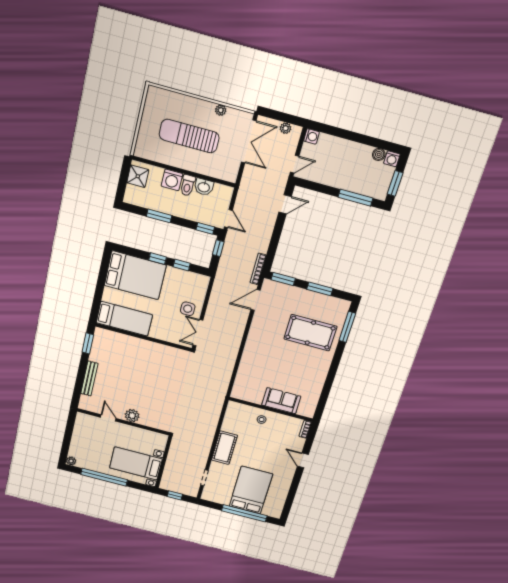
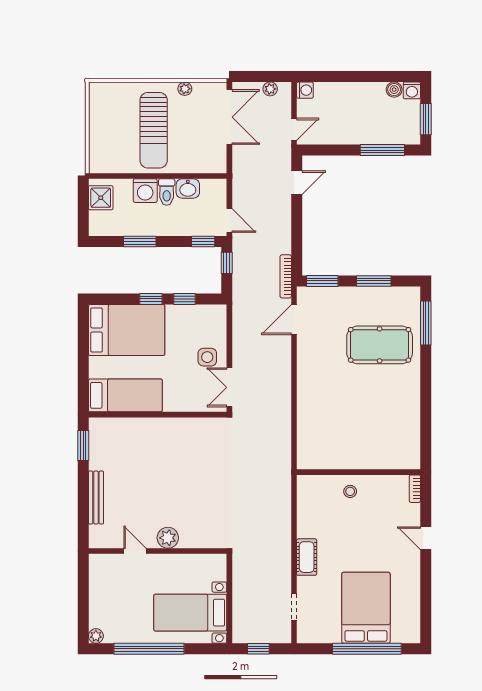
sun lounger: (189, 136) -> (154, 130), turned -90
sofa: (281, 401) -> (369, 455), removed
cot: (224, 448) -> (307, 557), width x0.73, depth x0.75

